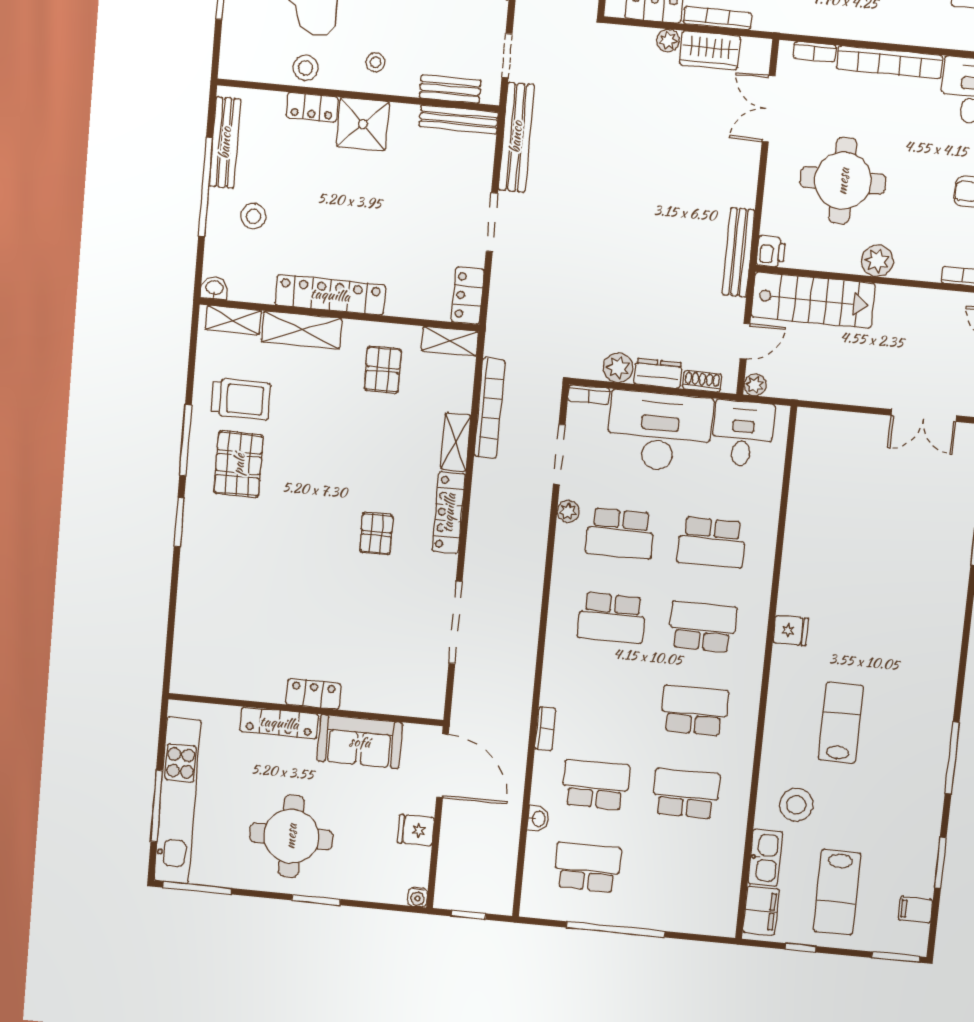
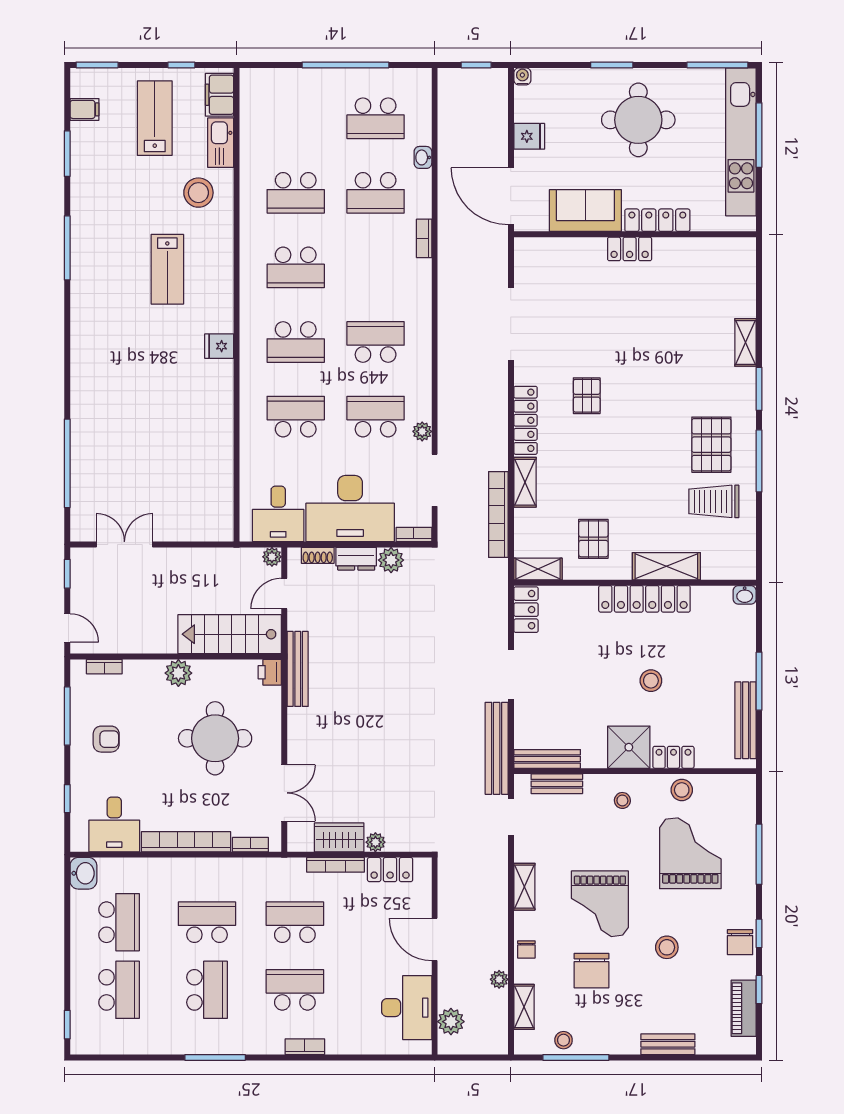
window: (206, 187) -> (759, 681), width x0.68
stool: (253, 216) -> (651, 681), moved
shelving: (233, 320) -> (746, 342), moved, turned 90

